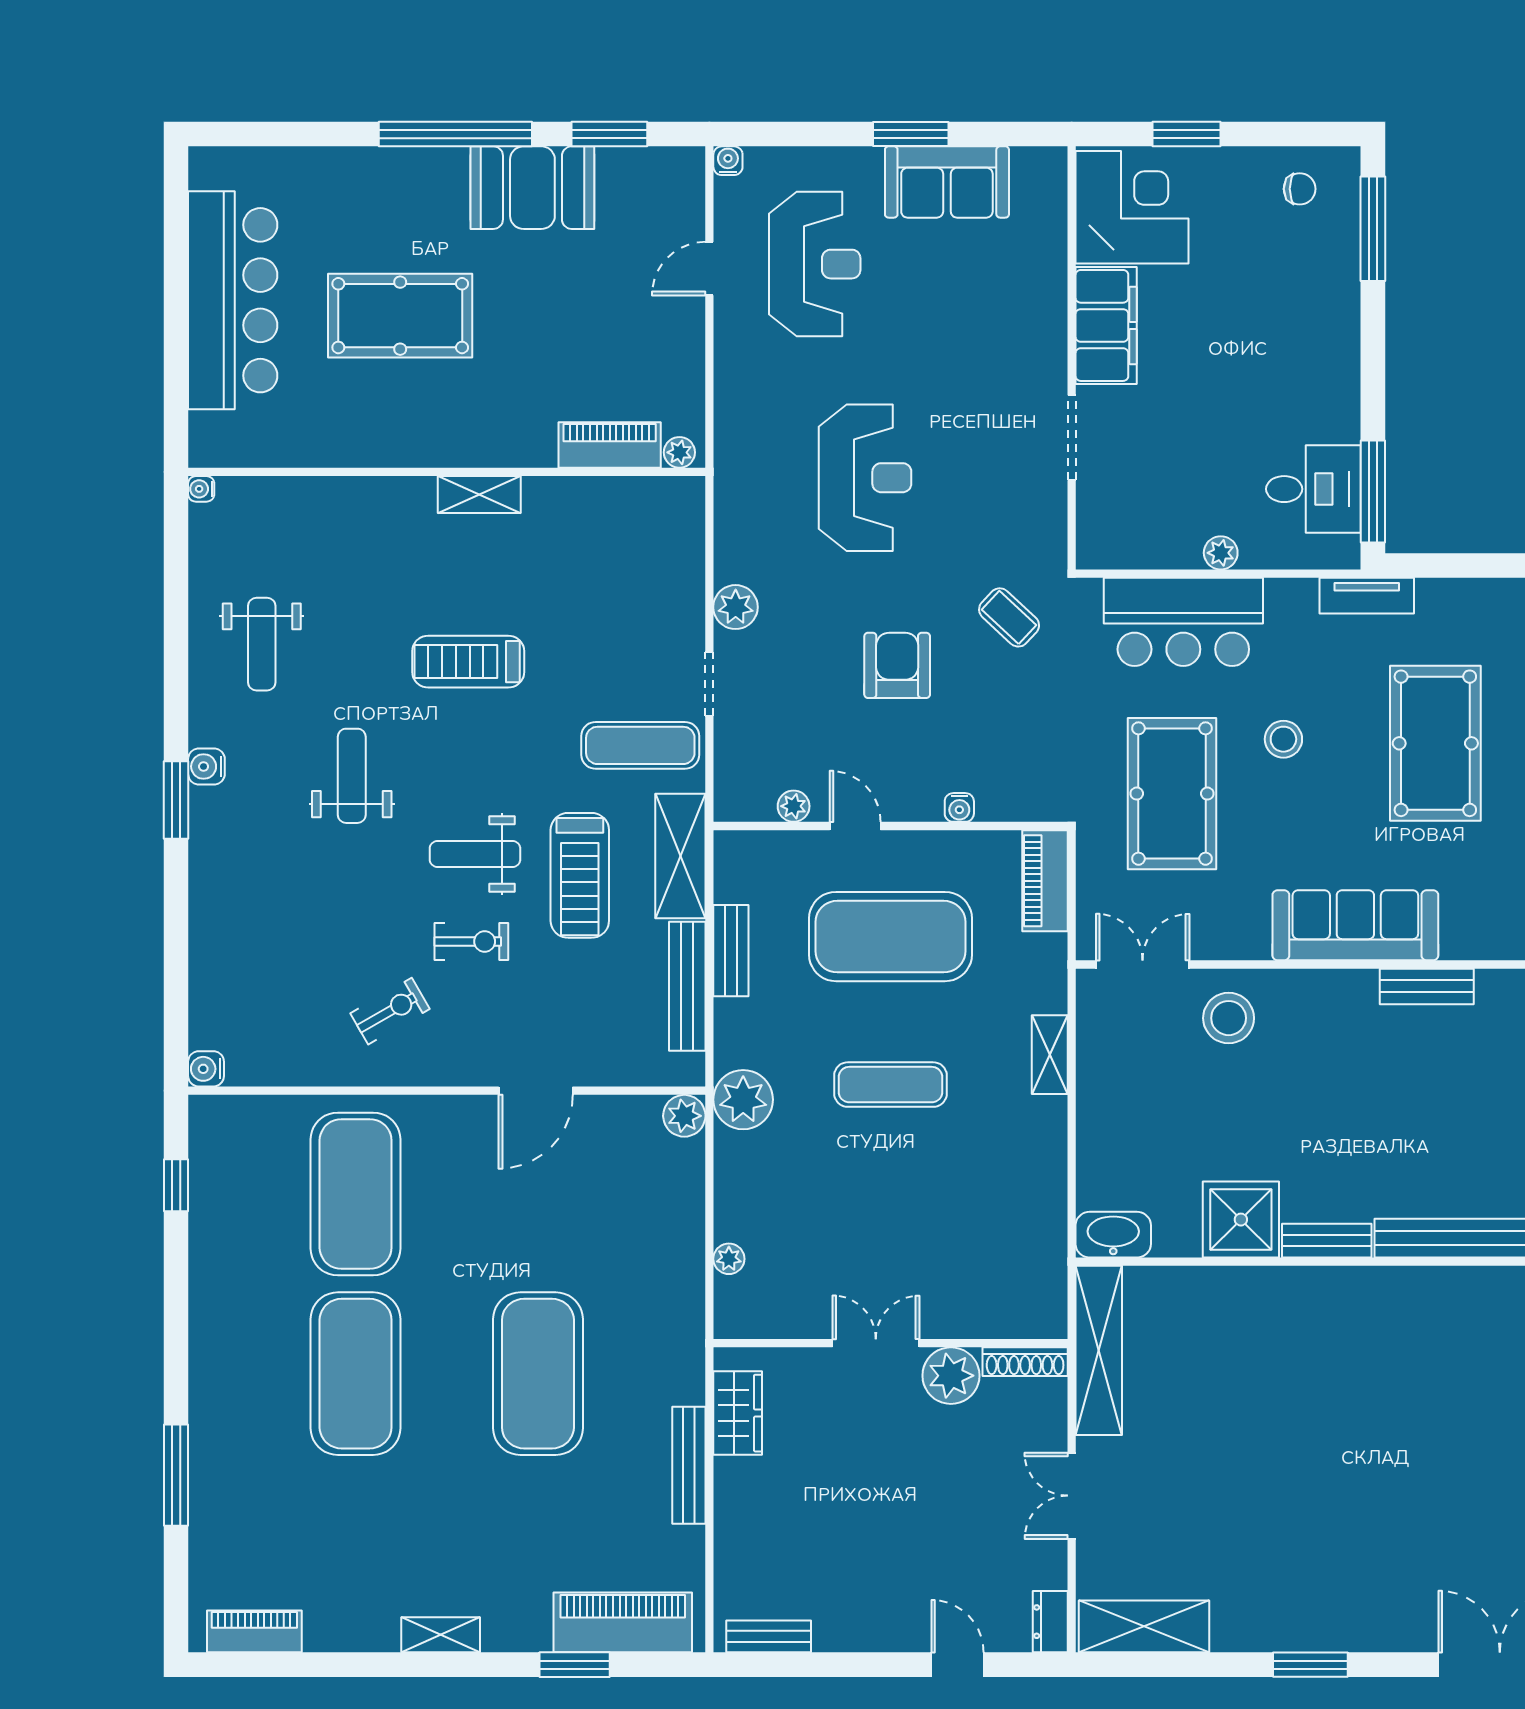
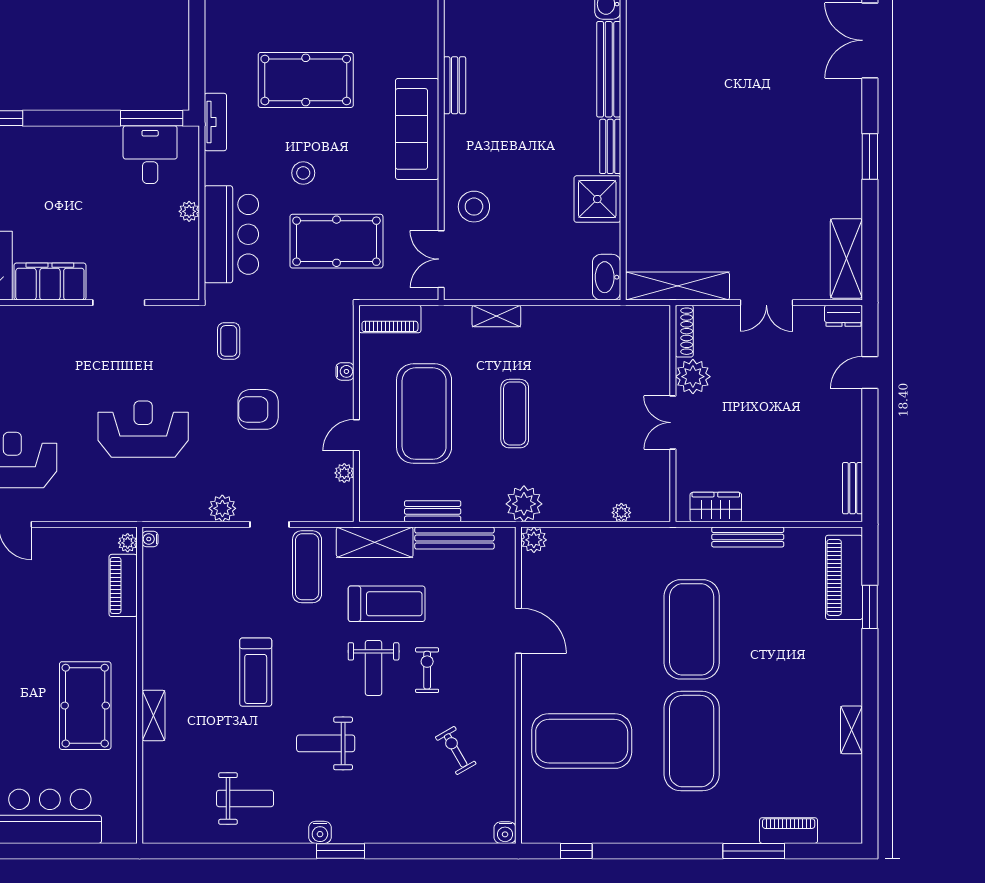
pool table: (400, 316) -> (85, 706), moved
water cooler: (201, 489) -> (150, 539), moved, turned 90
shelving: (479, 495) -> (153, 715), moved
coffee table: (1009, 617) -> (229, 341), turned -43
exercise bike: (390, 1011) -> (456, 750), moved
exercise mat: (356, 1374) -> (692, 741), turned 90
exercise mat: (538, 1374) -> (692, 629), turned 90
piano: (254, 1631) -> (789, 831), moved, turned 90
shelving: (441, 1635) -> (852, 730), moved

